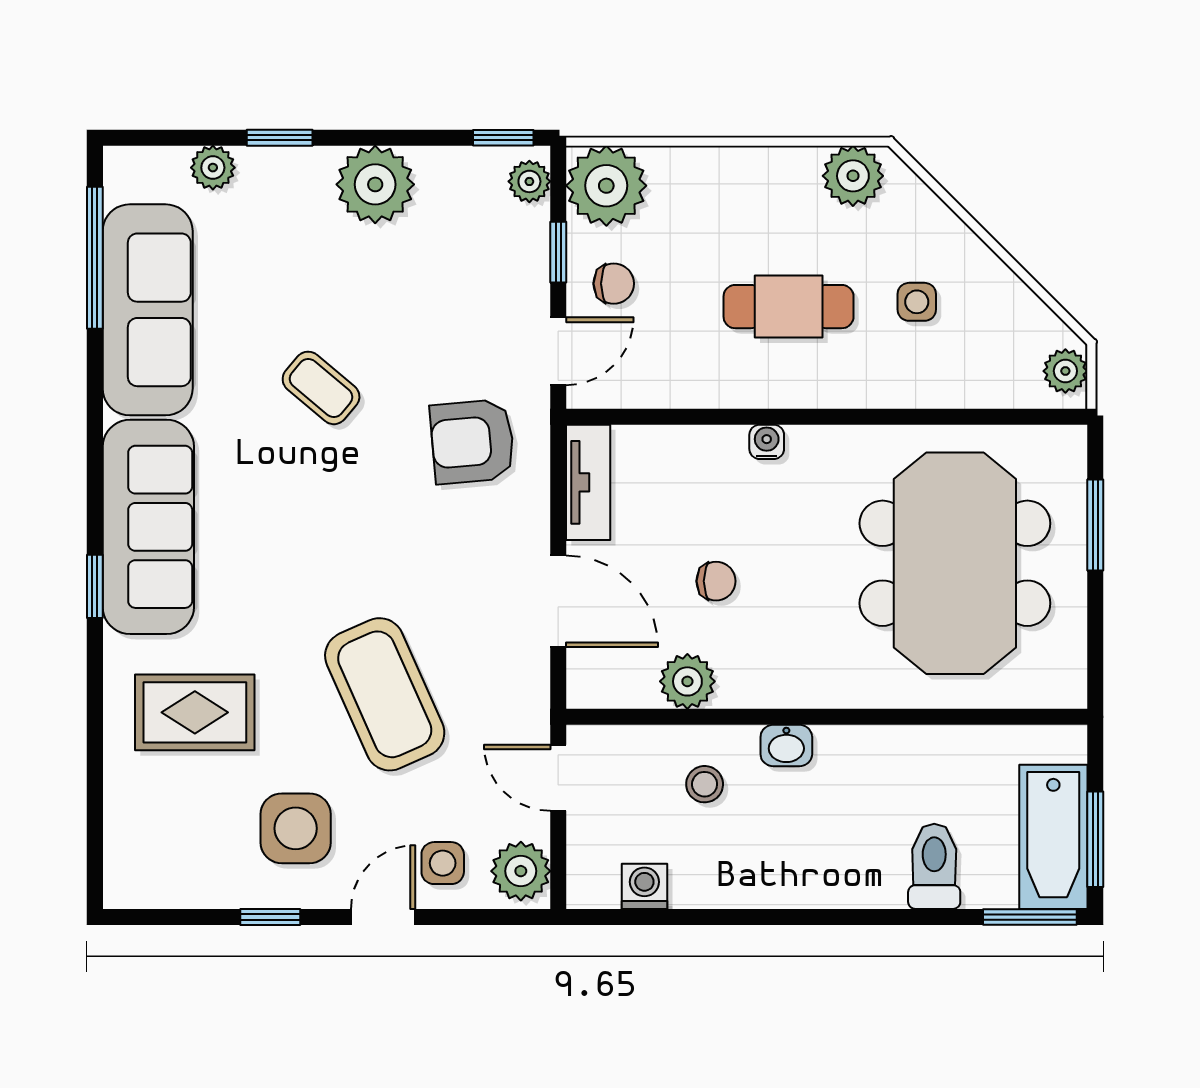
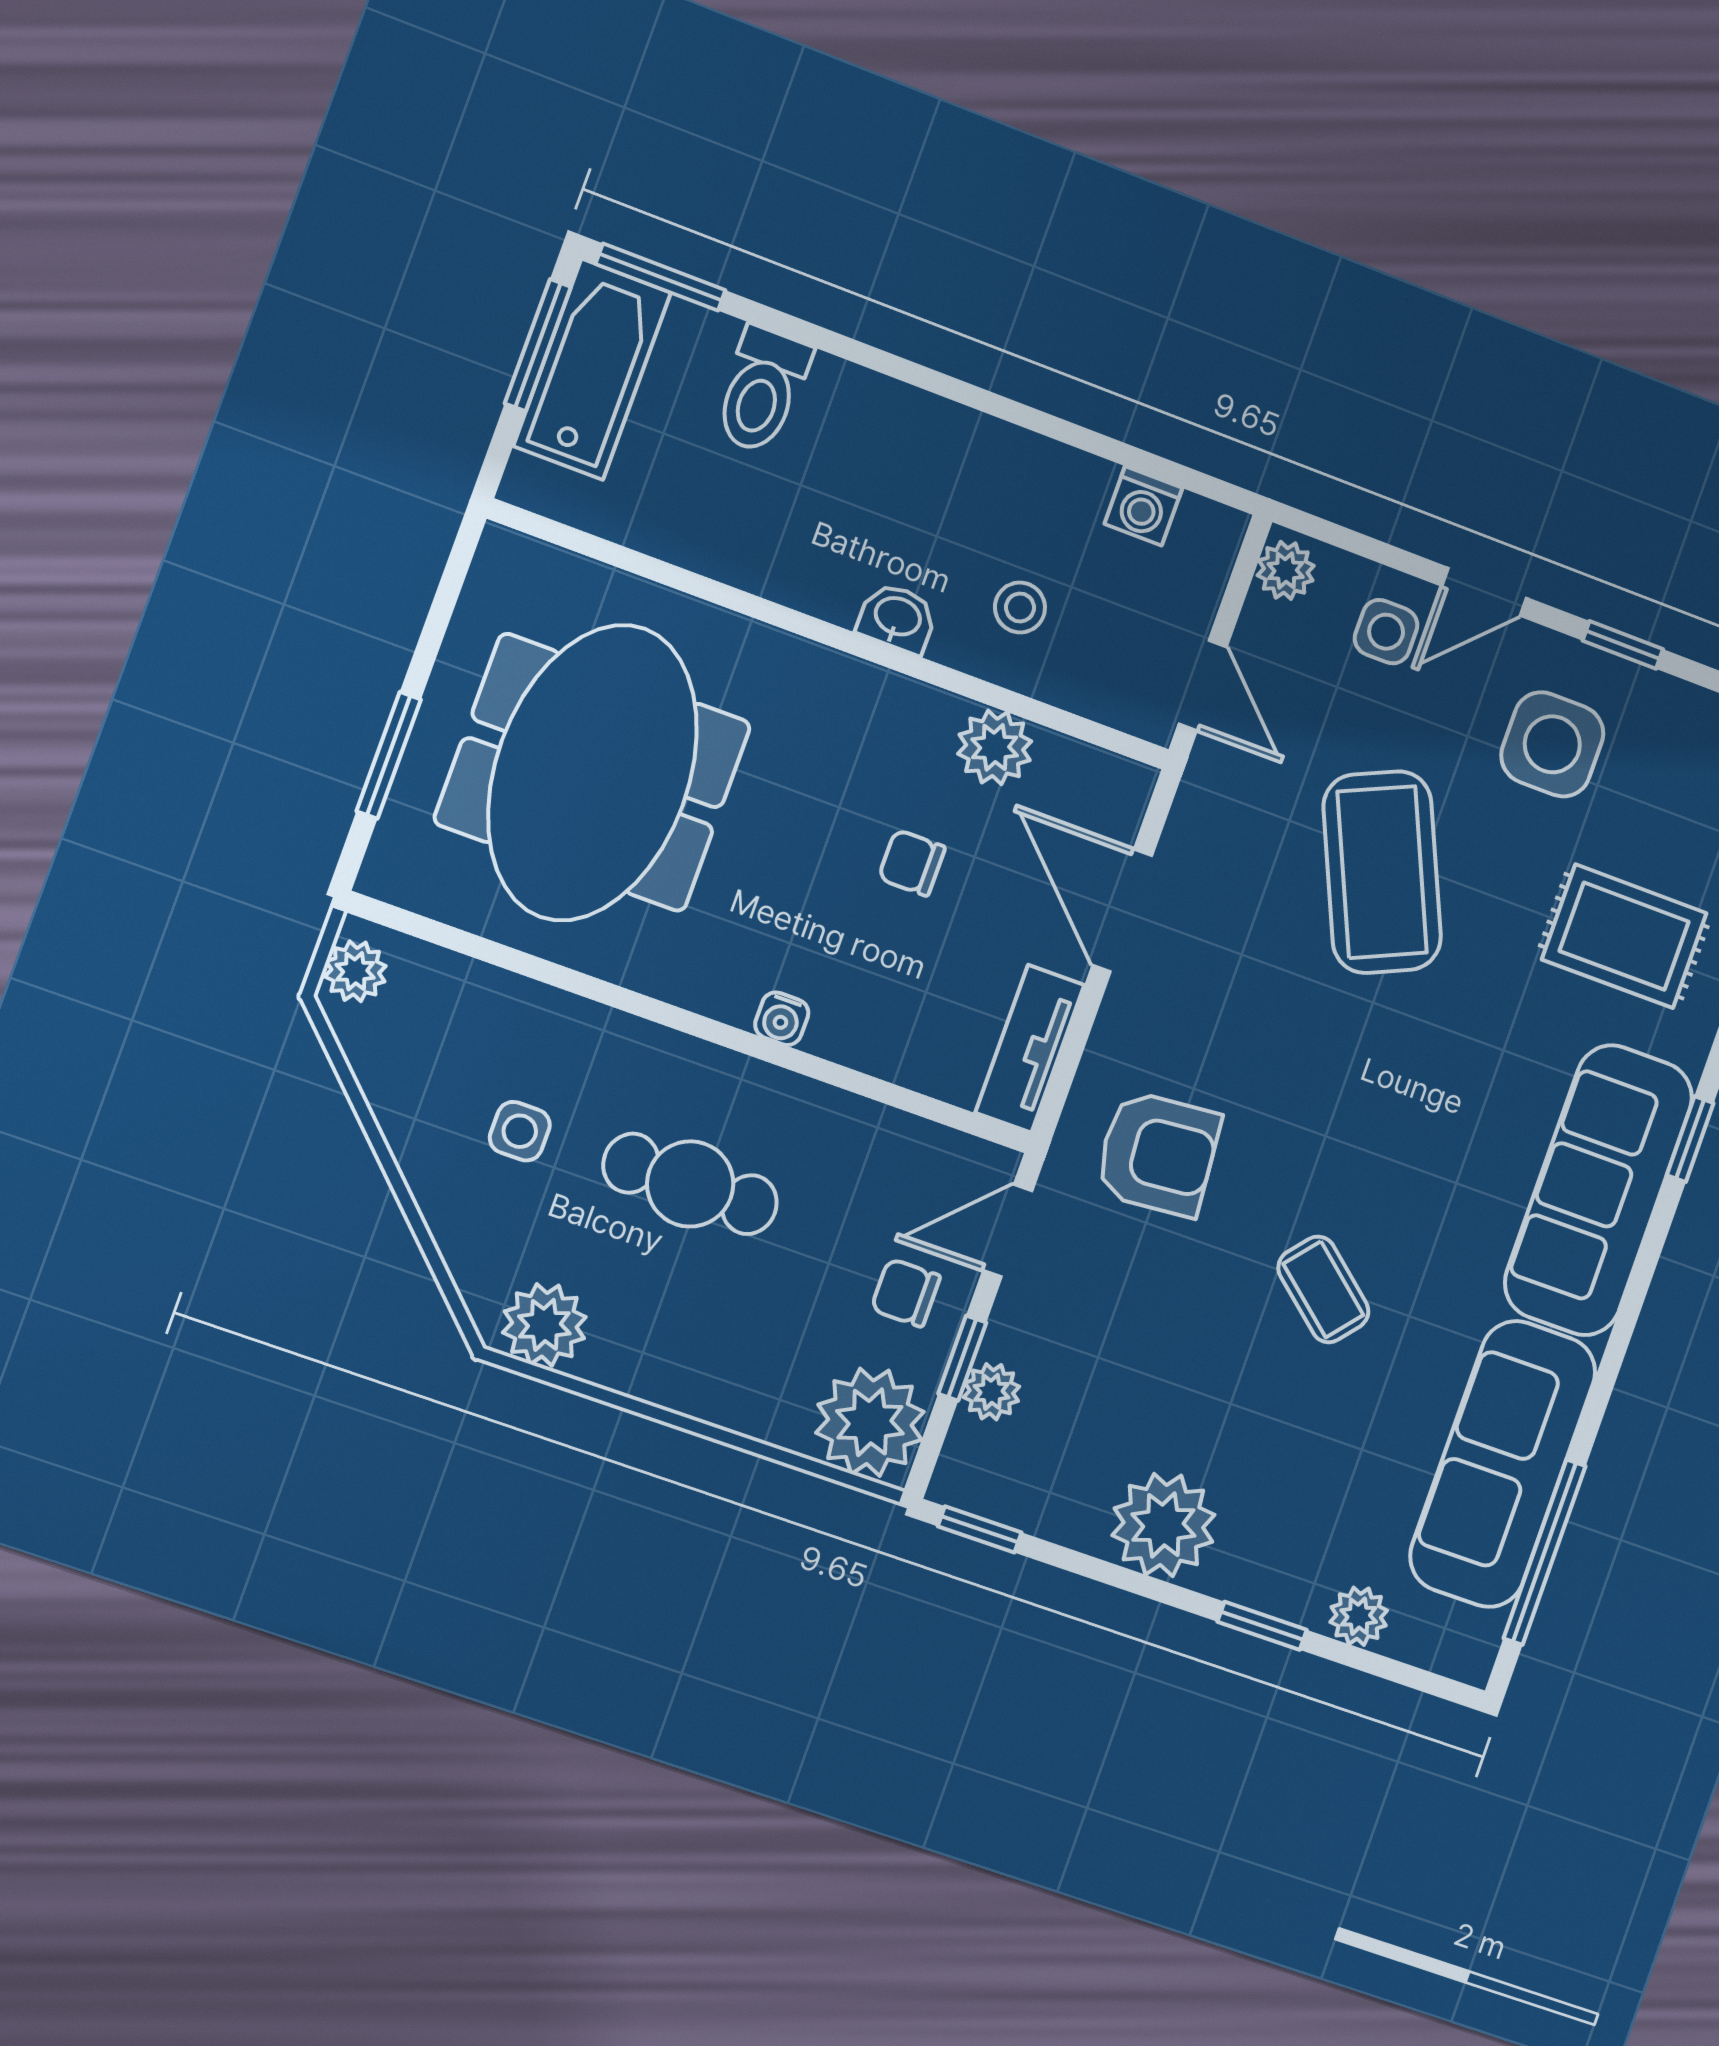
plant: (529, 181) -> (991, 1392), moved
plant: (521, 871) -> (1286, 570), width x0.73, depth x0.73

